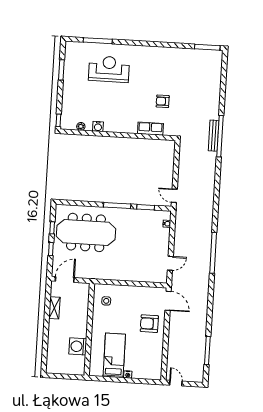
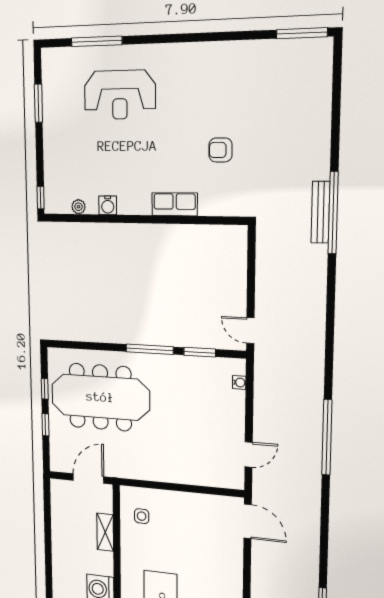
reception desk: (109, 69) -> (120, 95), turned 180
row of seats: (150, 129) -> (175, 204), moved
door: (65, 279) -> (88, 479), moved
shelving: (54, 308) -> (105, 532), moved
armchair: (149, 324) -> (217, 559), removed

